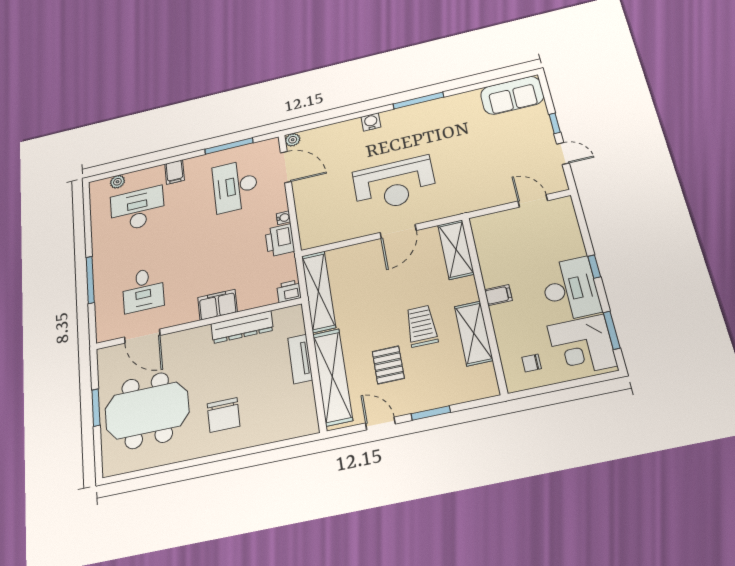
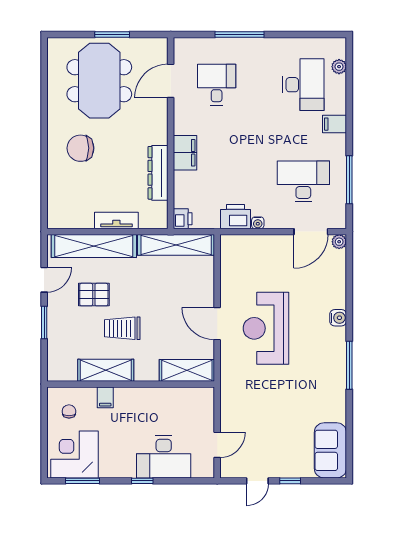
desk: (570, 289) -> (164, 457), moved
desk: (143, 290) -> (217, 85), turned 90
filing cabinet: (498, 295) -> (105, 397), moved
trolley: (422, 326) -> (122, 328), turned 180

